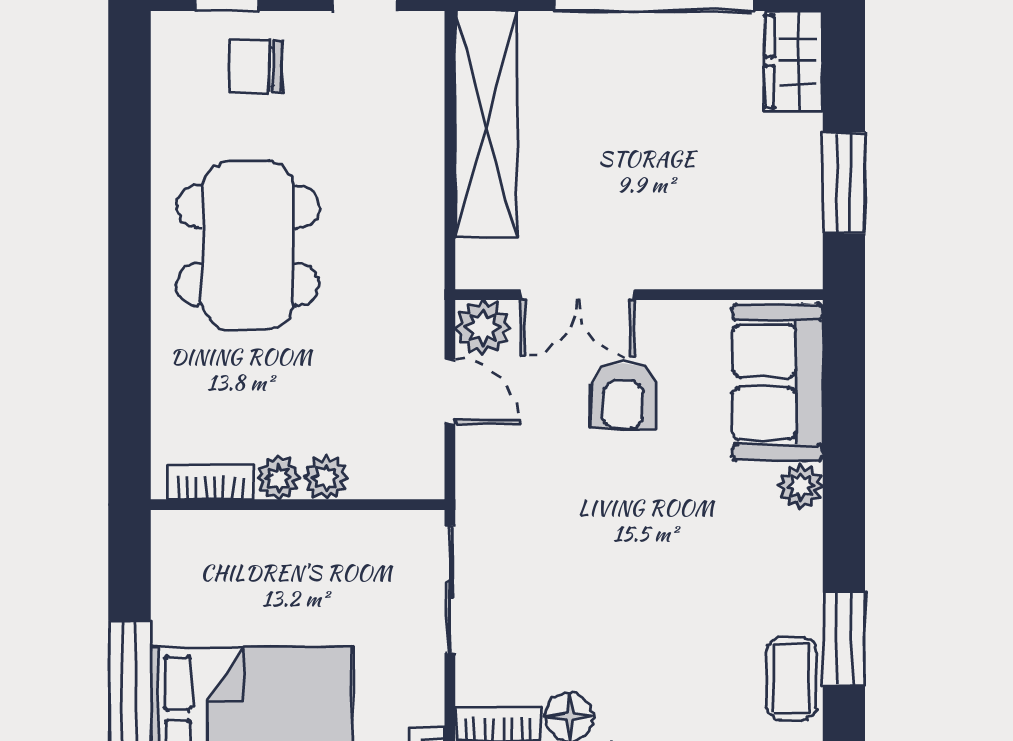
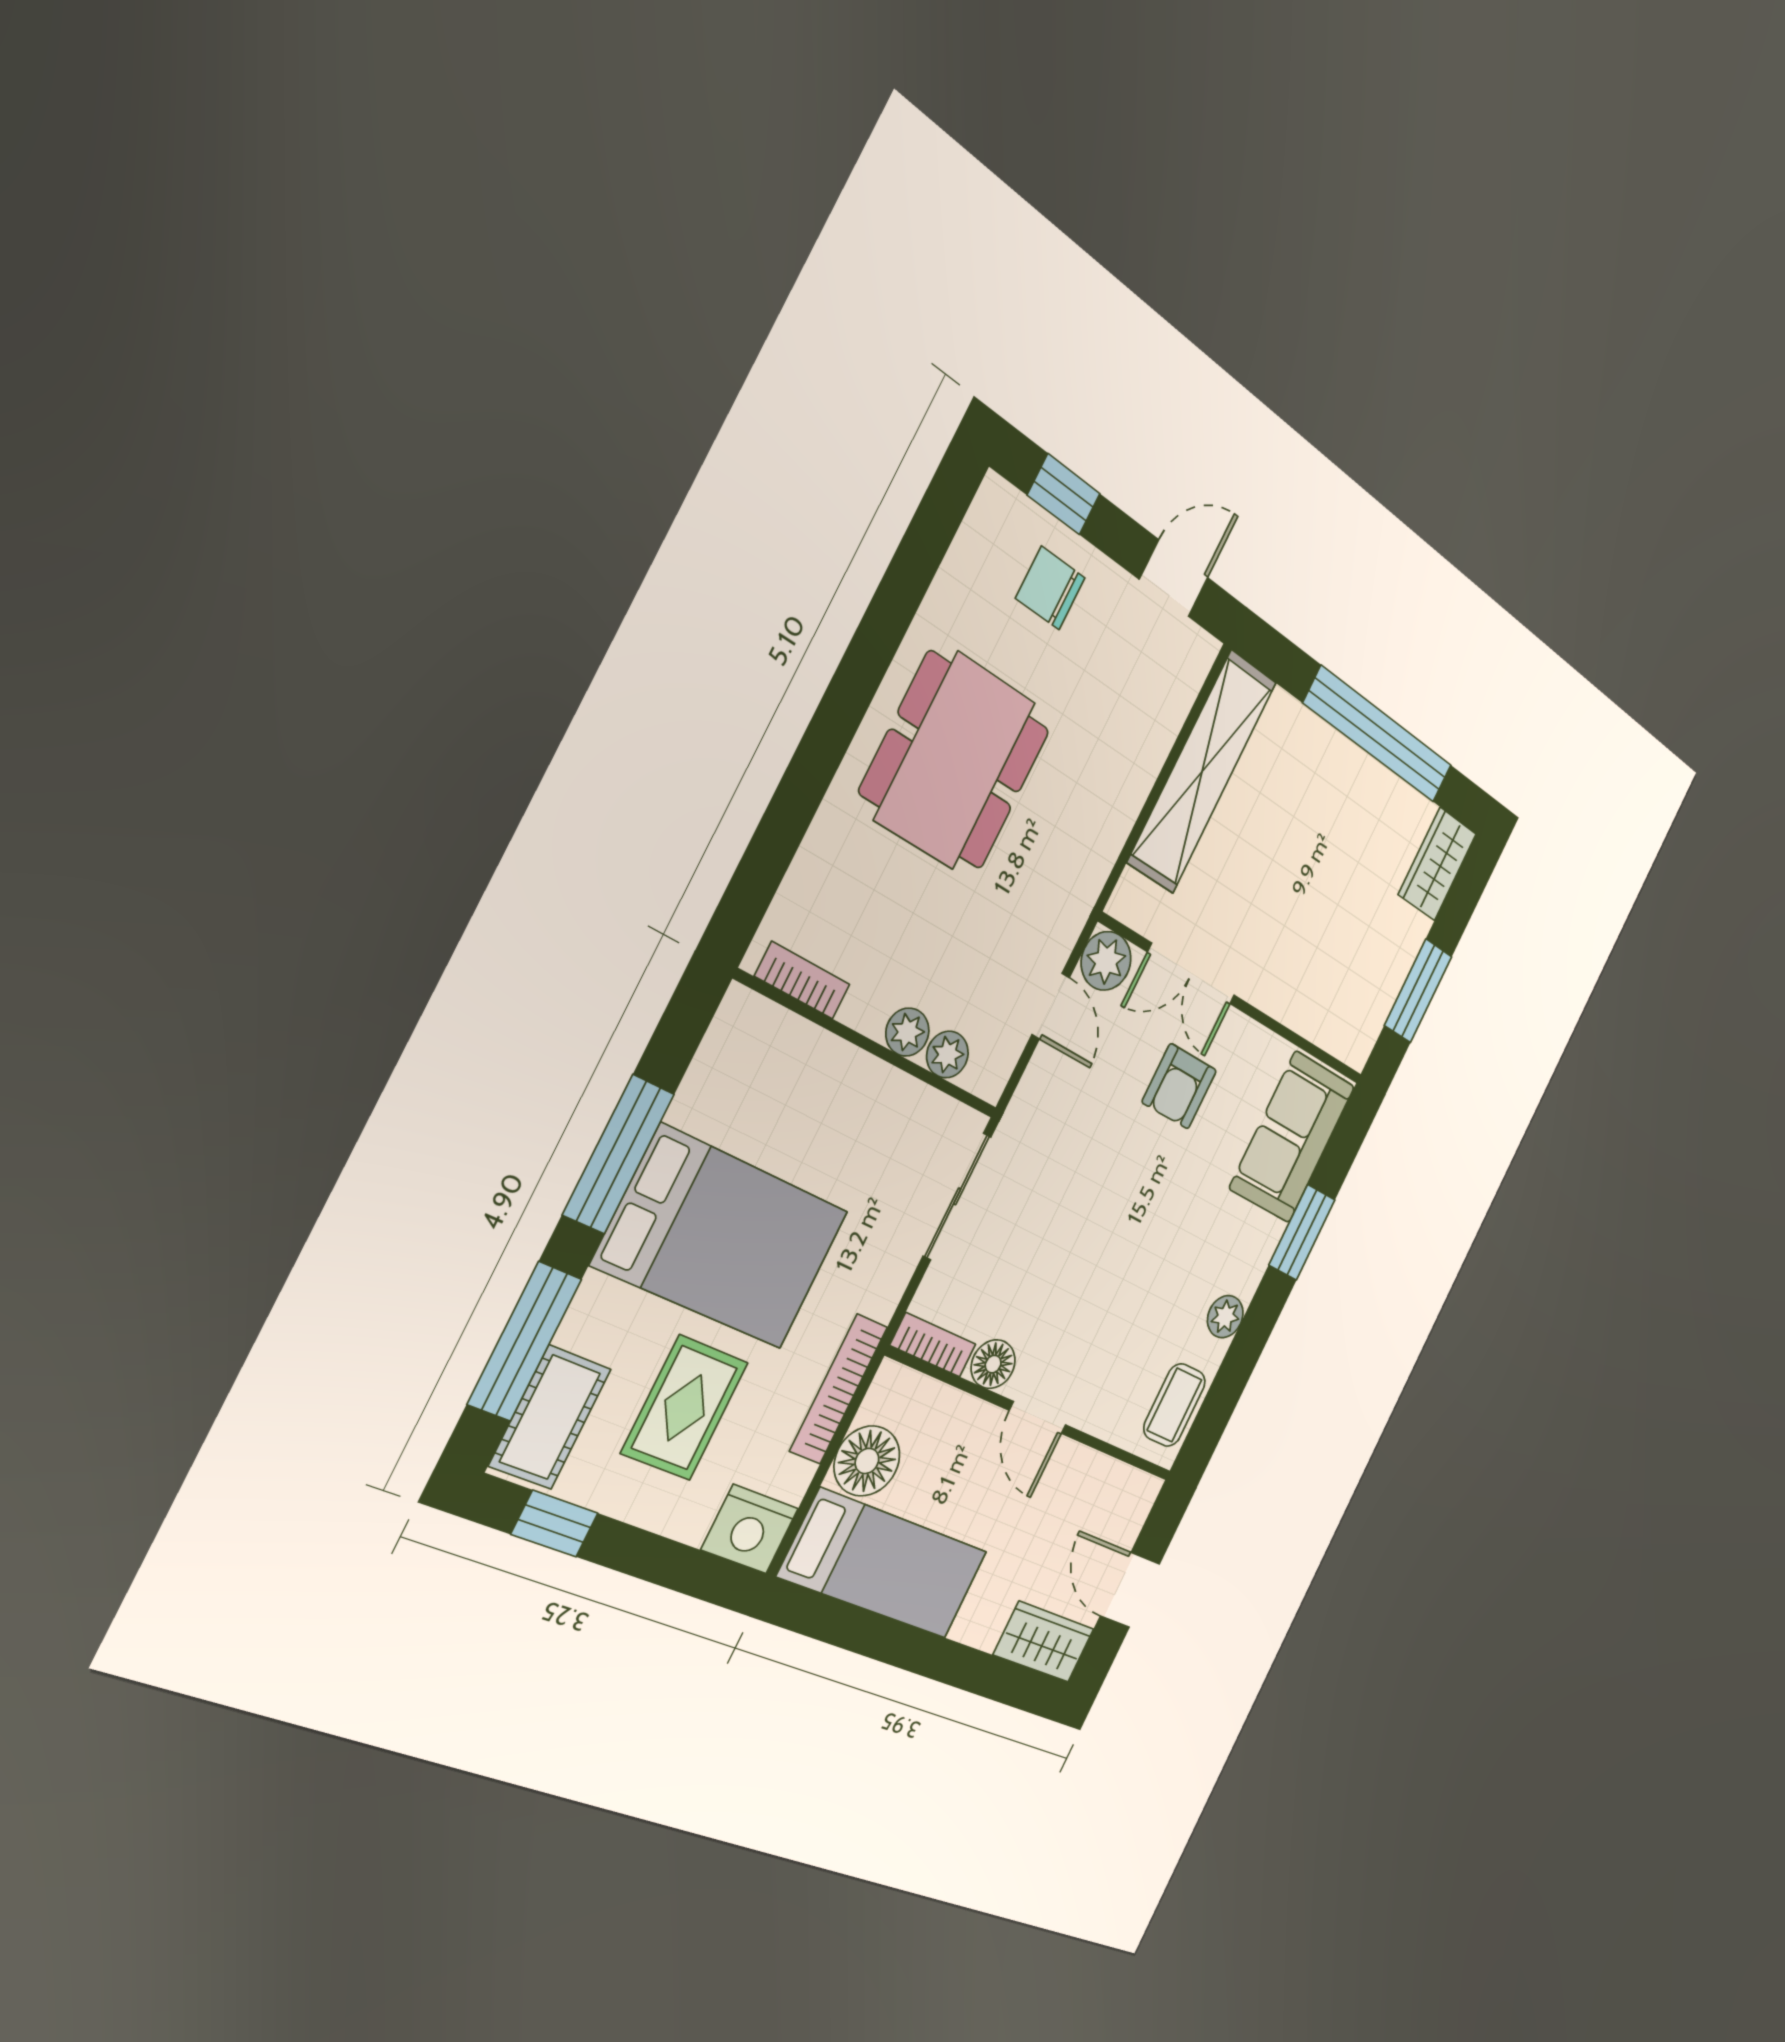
plant: (279, 478) -> (947, 1055), moved
plant: (801, 486) -> (1225, 1317), moved
window: (844, 639) -> (1302, 1232), moved

